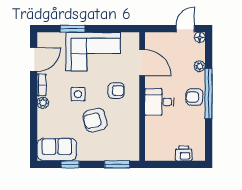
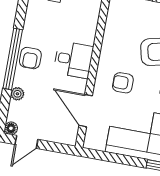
armchair: (194, 97) -> (30, 58), turned 90

